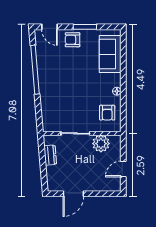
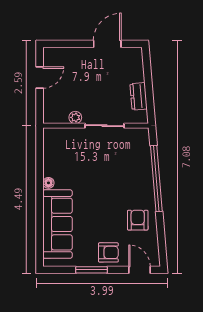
sofa: (110, 54) -> (58, 224), width x1.36
window: (35, 70) -> (156, 178), moved
armchair: (107, 113) -> (138, 220), moved
plant: (101, 144) -> (75, 117), width x0.53, depth x0.53

